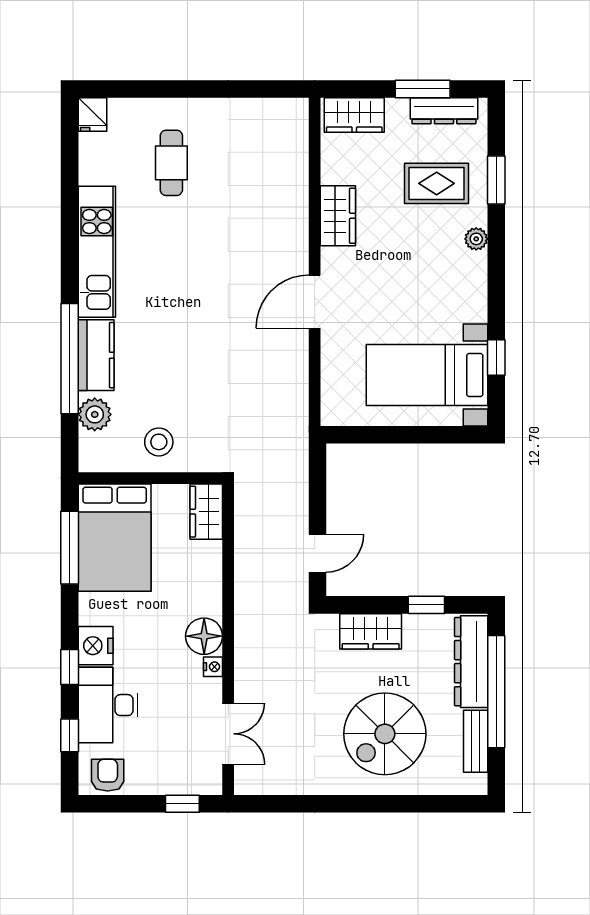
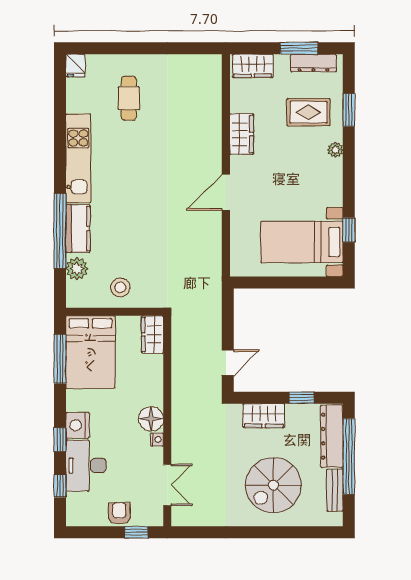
armchair: (108, 775) -> (119, 513), moved

